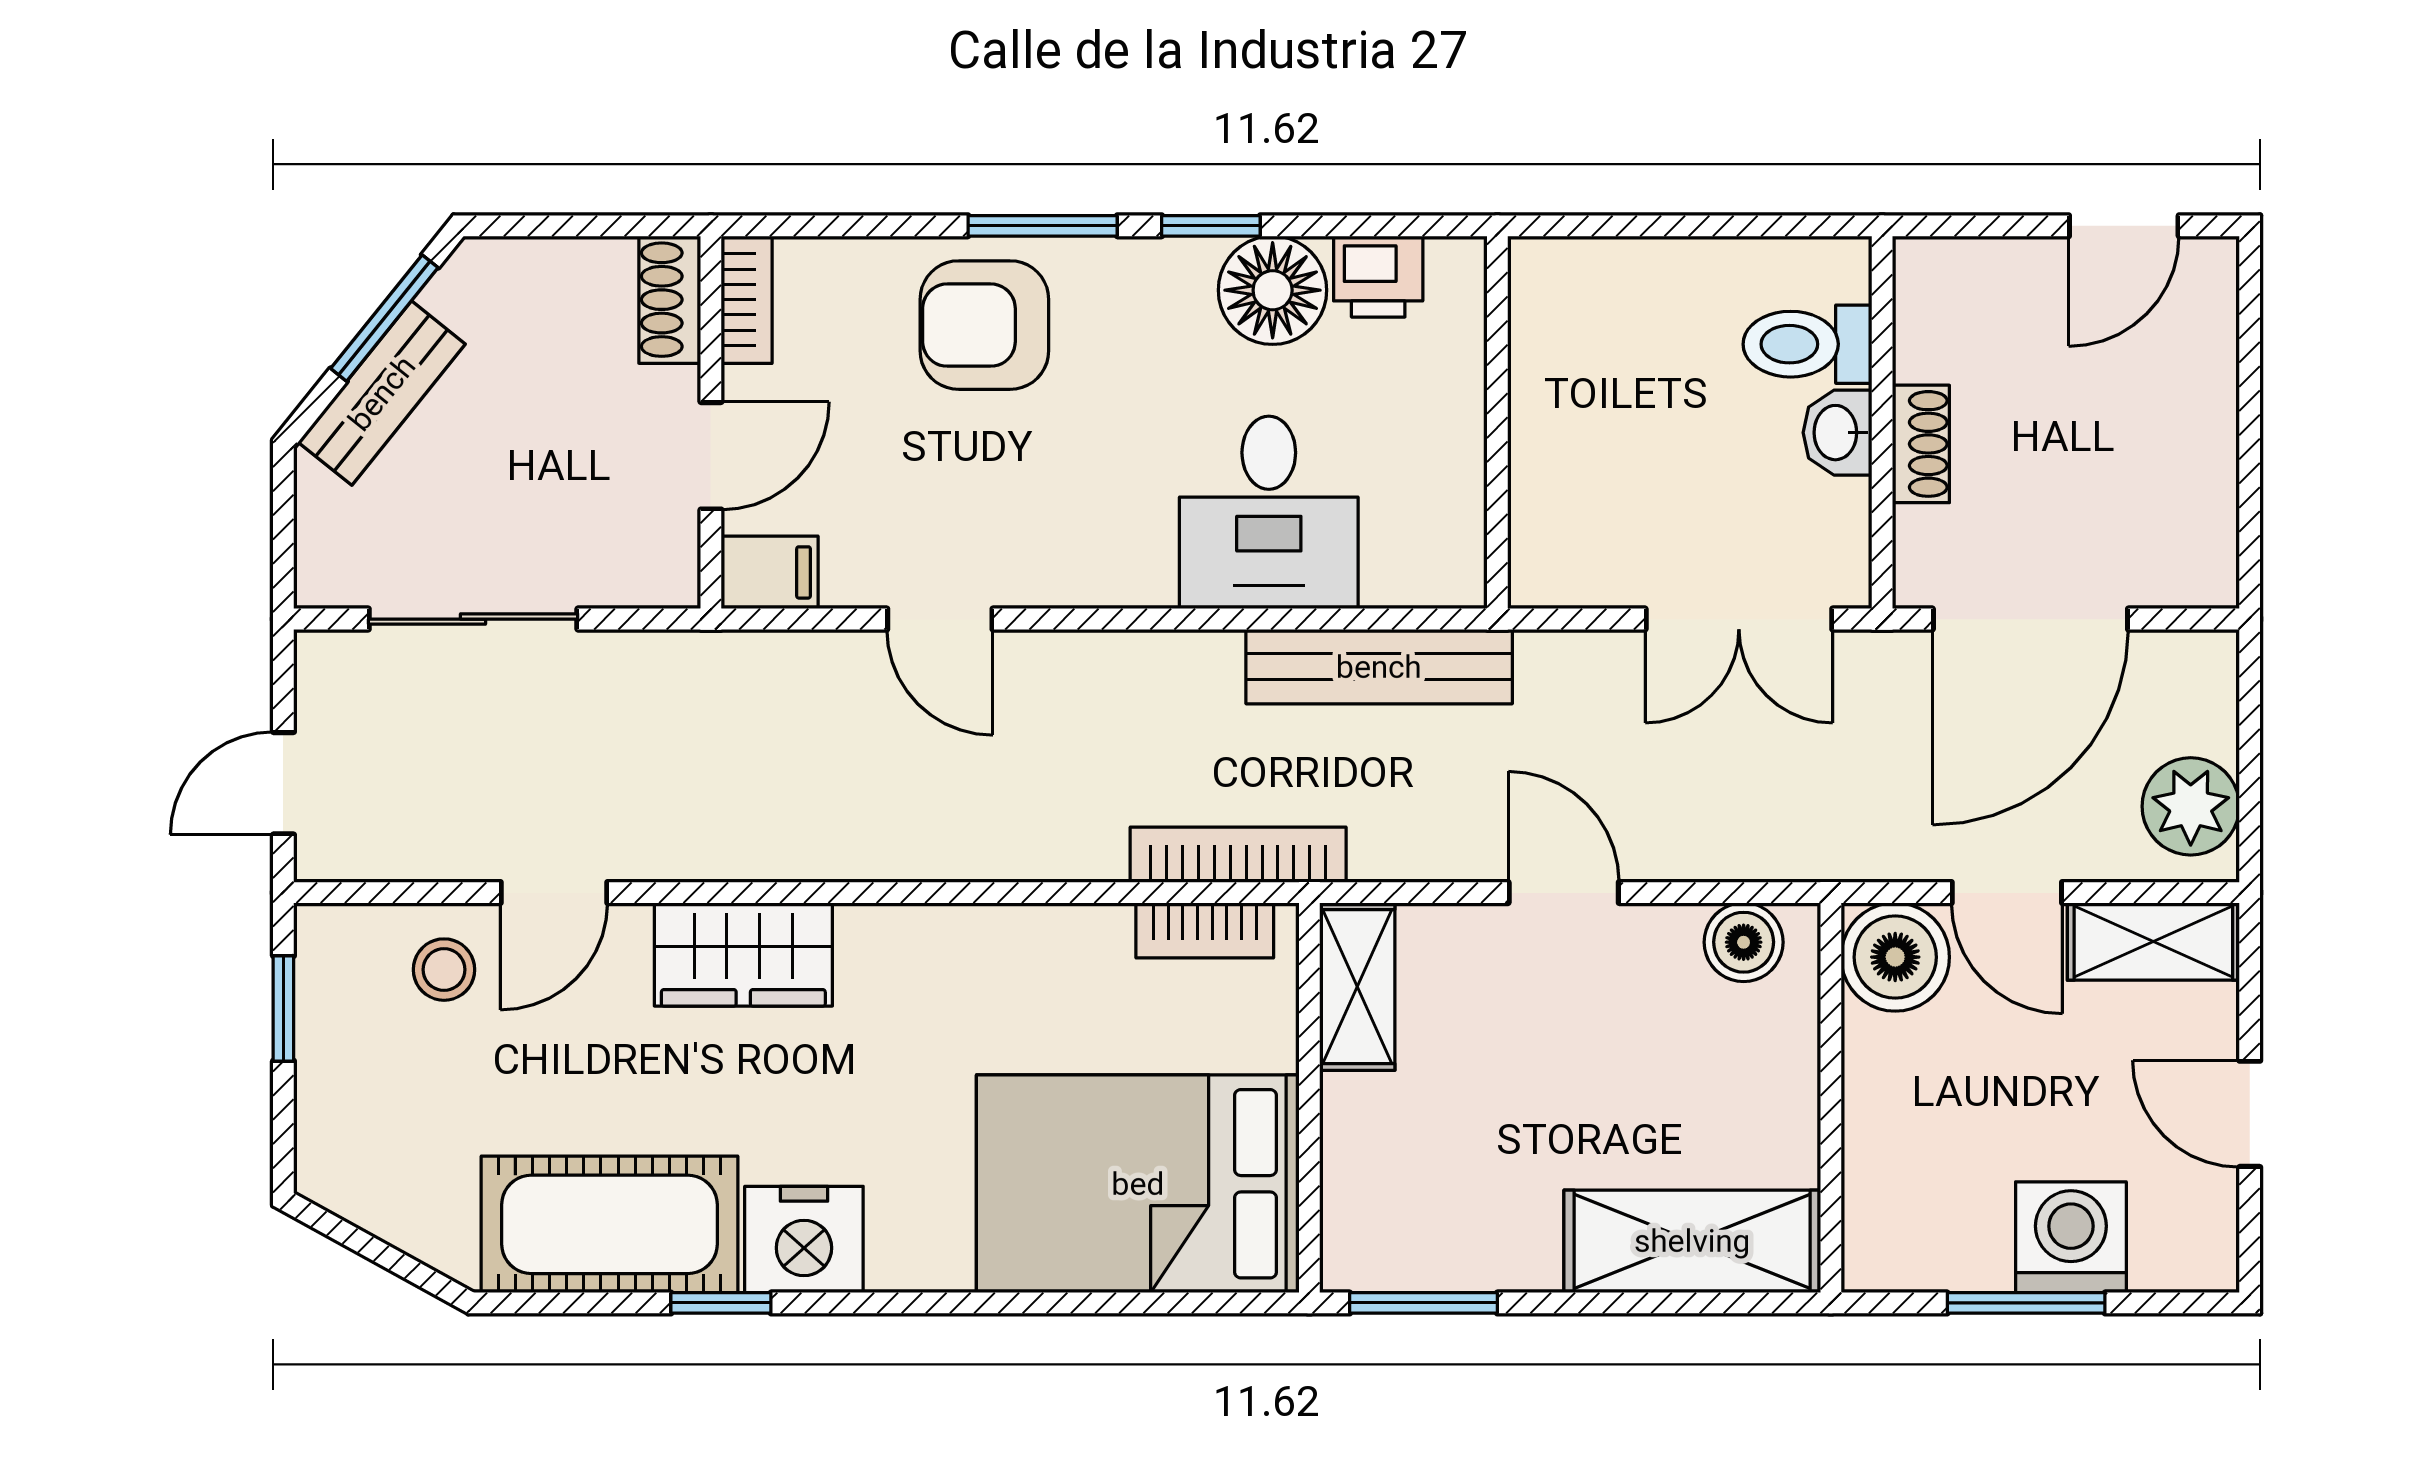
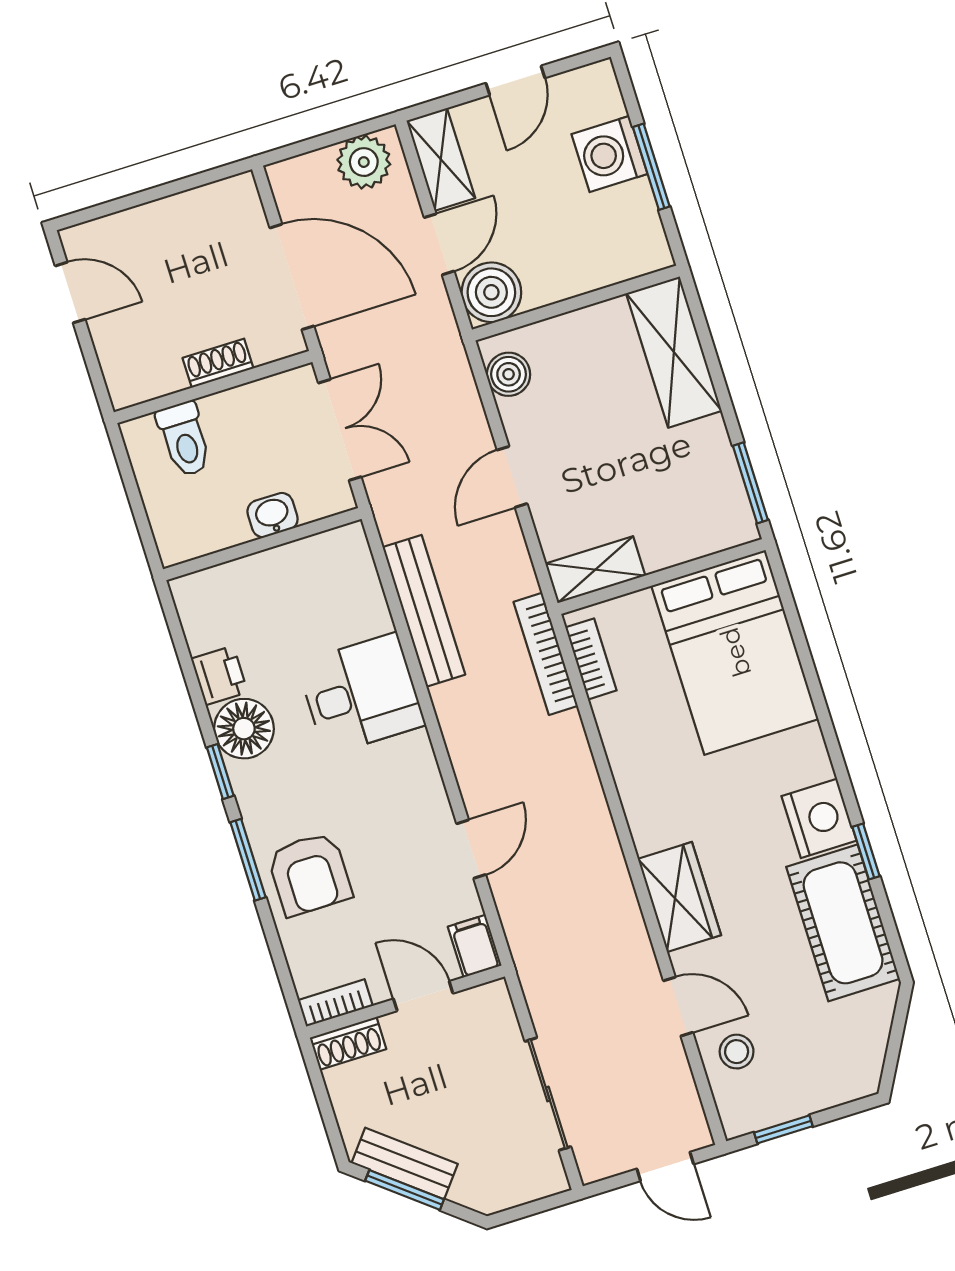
bench: (382, 393) -> (405, 1164), moved
wall: (1497, 422) -> (262, 544), moved
washbasin: (1837, 433) -> (273, 515), moved, turned 180

